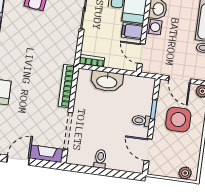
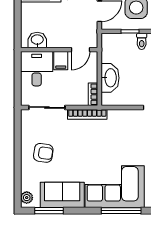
washing machine: (154, 27) -> (54, 41), removed
bookcase: (66, 86) -> (87, 114), moved

